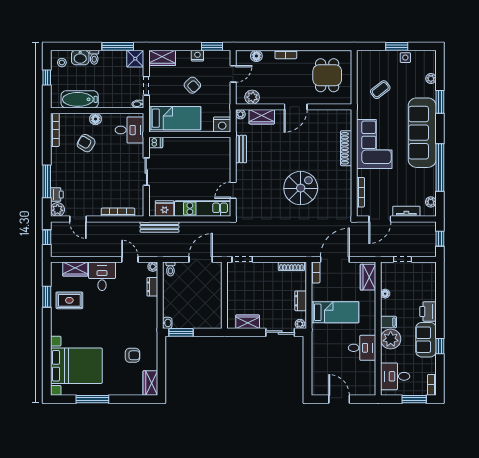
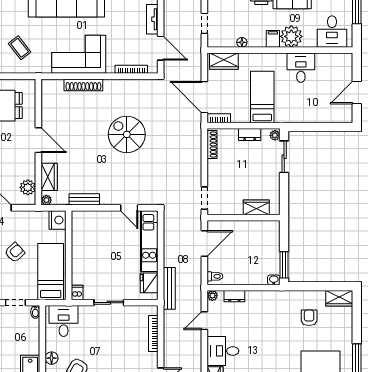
door: (201, 259) -> (204, 244), swing flipped
wardrobe: (248, 322) -> (256, 207), moved, turned 90

